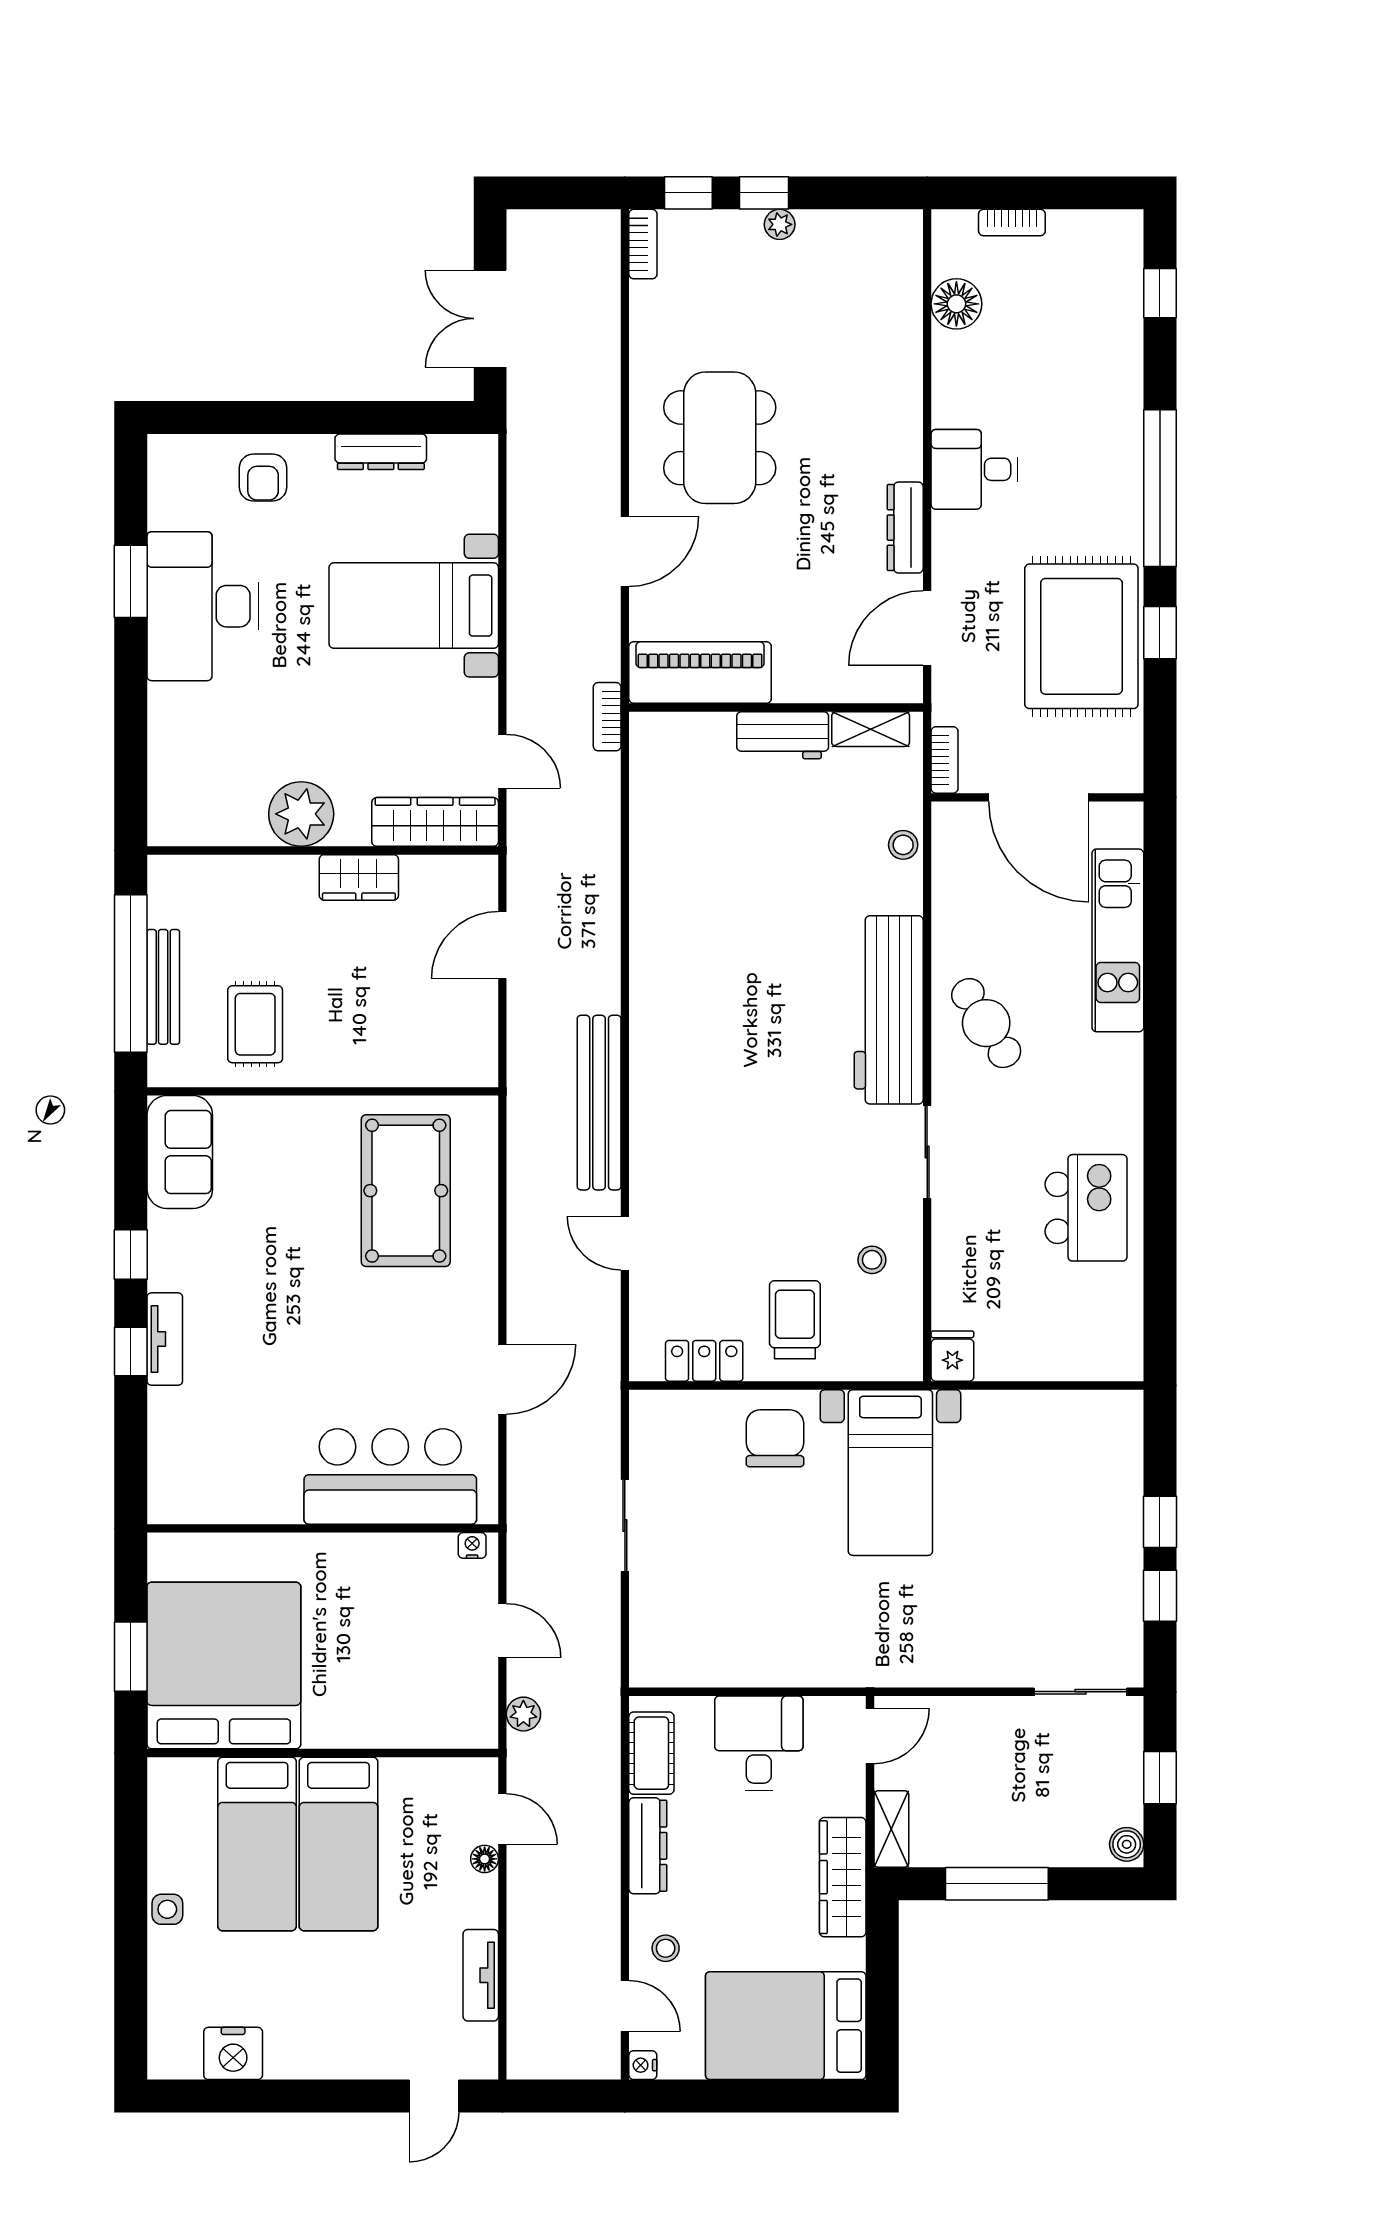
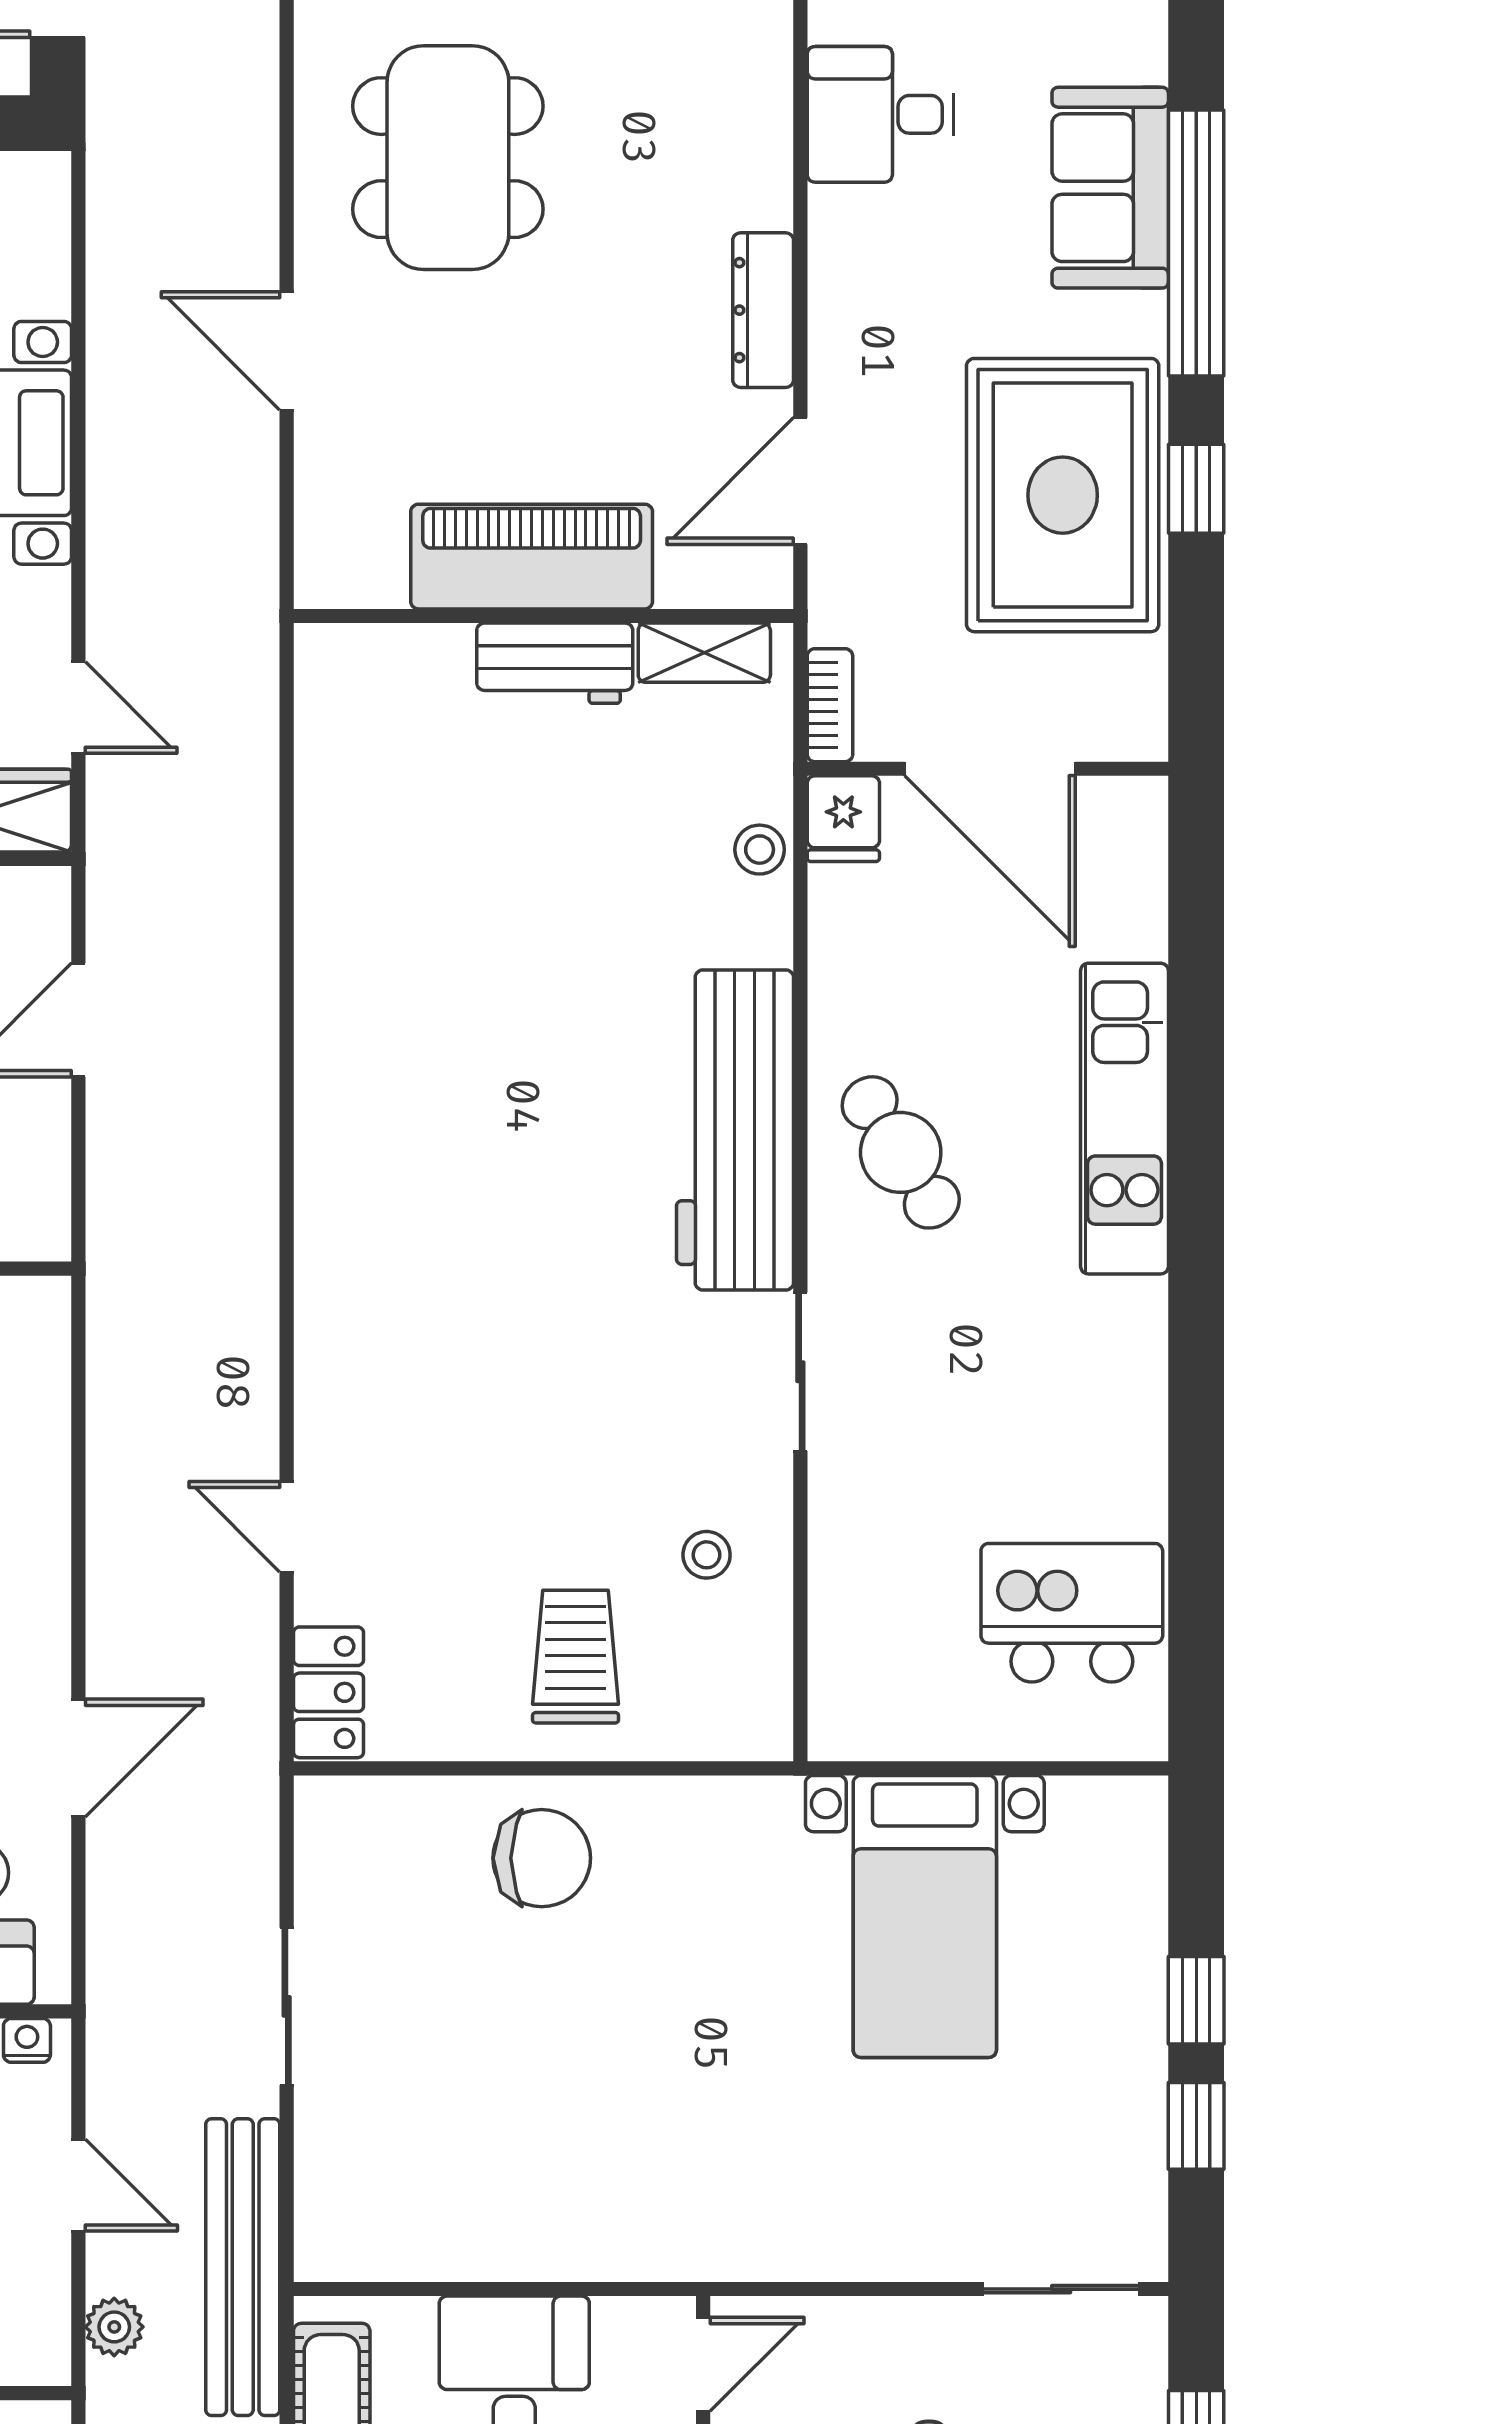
sofa: (1109, 456) -> (1110, 188), added
desk: (974, 469) -> (881, 114), moved
door: (625, 552) -> (287, 351), swing flipped
piano: (700, 673) -> (532, 557), moved
bookcase: (607, 717) -> (256, 632), removed
kitchen unit: (1118, 940) -> (1124, 1119), moved
bench: (599, 1103) -> (243, 2267), moved
kitchen island: (1086, 1208) -> (1072, 1613), moved, turned -90
fridge: (952, 1356) -> (843, 819), moved, turned 180
locker: (704, 1361) -> (329, 1692), moved, turned 90
chair: (775, 1438) -> (542, 1858), turned 90
bed with nightstands: (890, 1473) -> (925, 1916), moved

